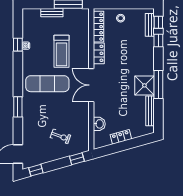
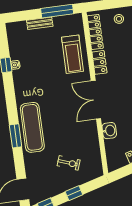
treadmill: (61, 51) -> (73, 54), moved
exercise mat: (47, 84) -> (32, 127), moved, turned 90
washbasin: (99, 124) -> (109, 131), moved
window: (77, 159) -> (74, 193), moved

